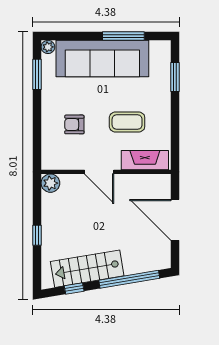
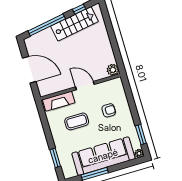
window: (37, 235) -> (112, 35), removed

